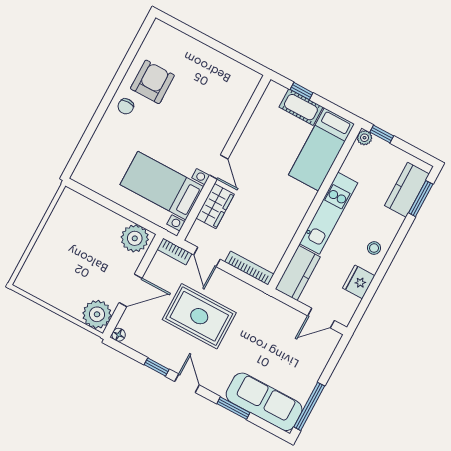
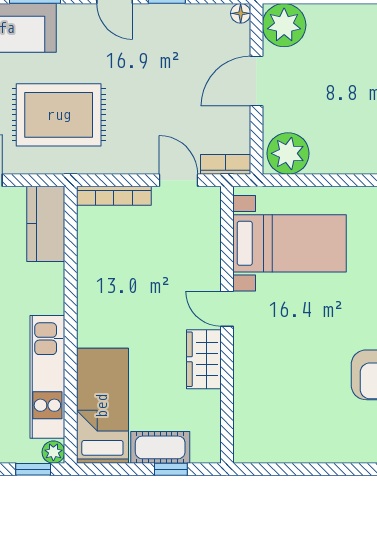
wardrobe: (215, 206) -> (204, 359), moved
kitchen unit: (329, 213) -> (47, 377), moved
rug: (199, 316) -> (59, 115), moved

